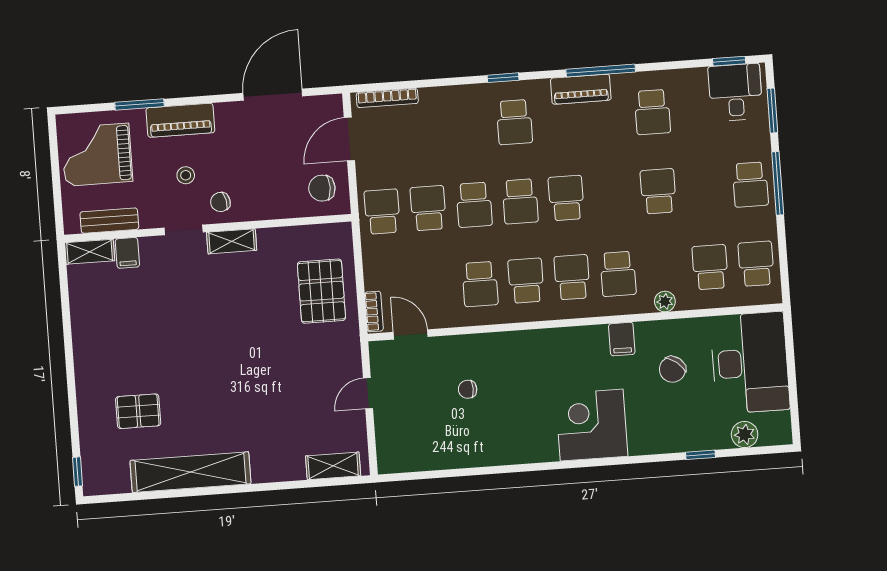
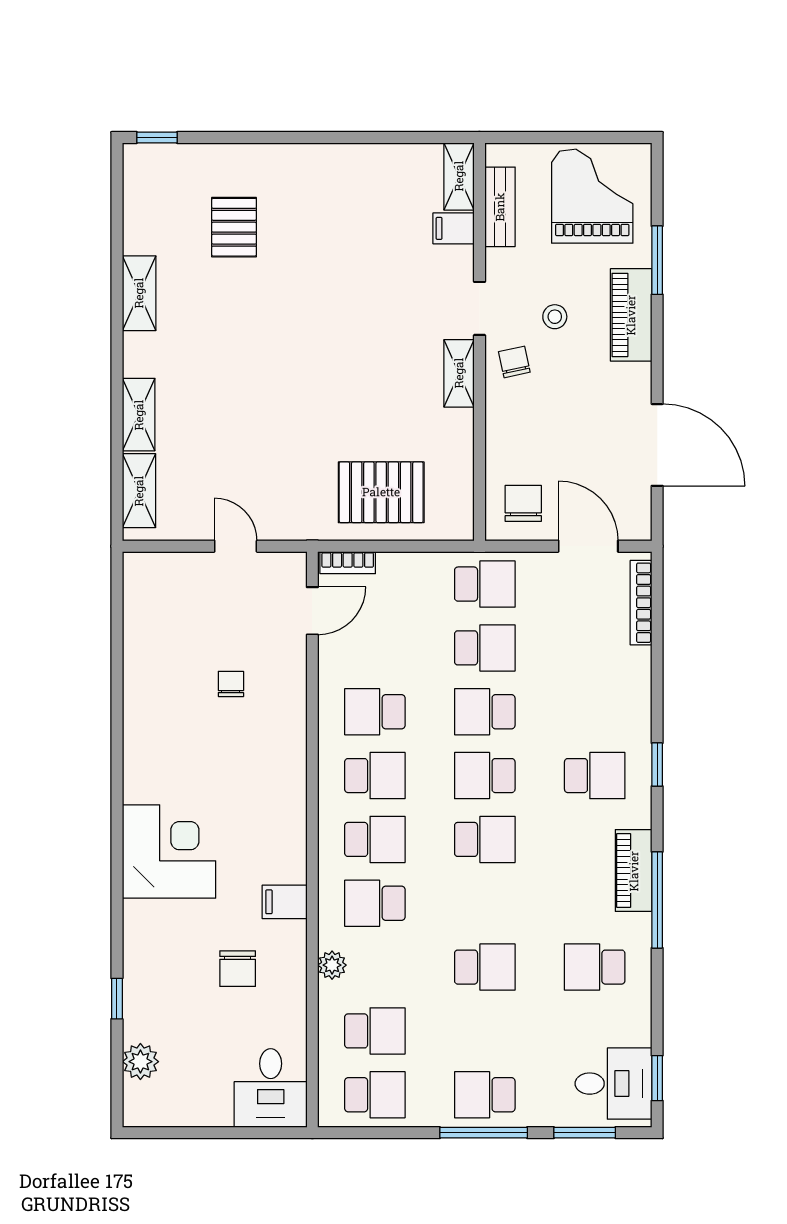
school desk: (514, 122) -> (595, 776), turned 180
desk: (750, 363) -> (271, 1088), width x0.53, depth x0.77
chair: (672, 369) -> (238, 969), turned -128
shelving: (278, 470) -> (139, 415), added
shelving: (190, 472) -> (139, 293), width x0.45, depth x0.75

